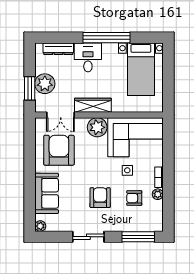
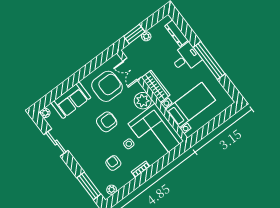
bed with nightstands: (141, 69) -> (191, 105), moved, turned 180
plant: (45, 84) -> (146, 36), width x0.53, depth x0.53
plant: (158, 194) -> (112, 190), moved
armchair: (100, 198) -> (107, 122), moved
sliding door: (88, 237) -> (56, 143), moved

